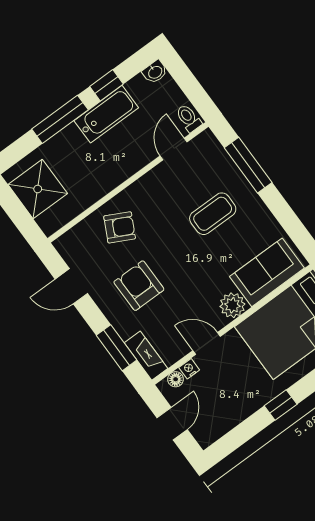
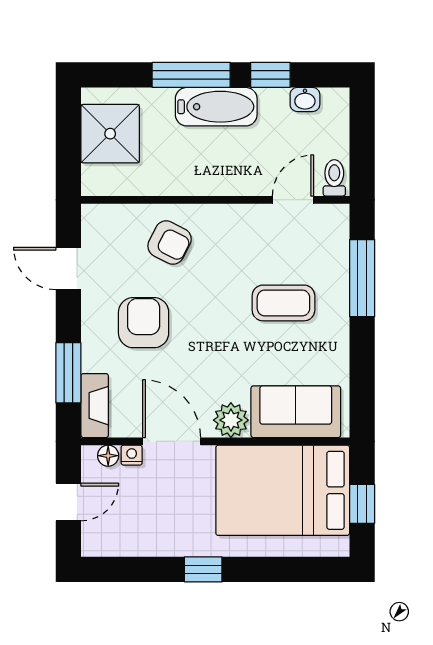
washbasin: (155, 72) -> (305, 99), moved
bathtub: (106, 114) -> (216, 107), moved
door: (207, 343) -> (172, 441), width x1.38

